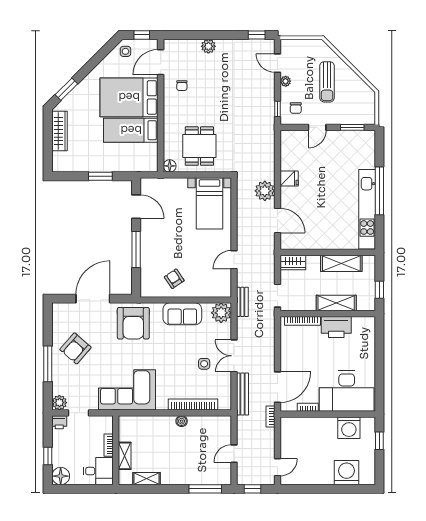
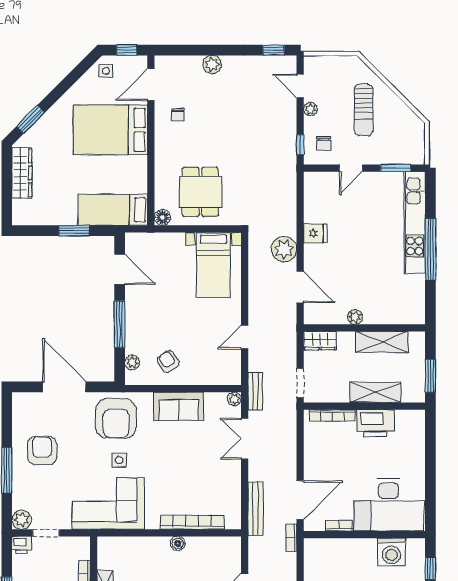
bed: (131, 130) -> (113, 210), moved
kitchen unit: (367, 209) -> (415, 223), moved
plant: (320, 244) -> (355, 317), added
plant: (146, 279) -> (132, 362), added
window: (379, 290) -> (430, 376), width x1.50
door: (93, 299) -> (64, 387), hinge flipped
plant: (221, 313) -> (234, 399), width x0.53, depth x0.53
armchair: (75, 348) -> (42, 451), turned 139
double door: (234, 356) -> (245, 439), moved
side table: (204, 364) -> (119, 460), moved

